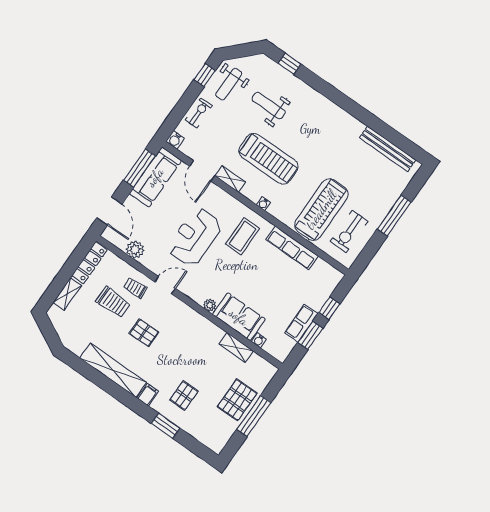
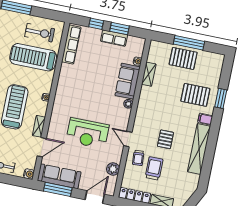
coffee table: (243, 236) -> (73, 102), removed
row of seats: (292, 248) -> (71, 45), moved
pallet: (184, 395) -> (195, 95), width x1.50, depth x1.42

